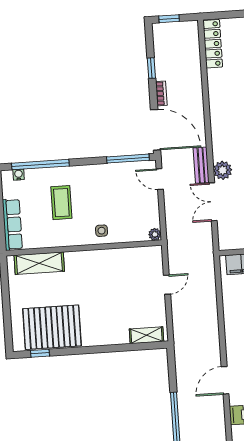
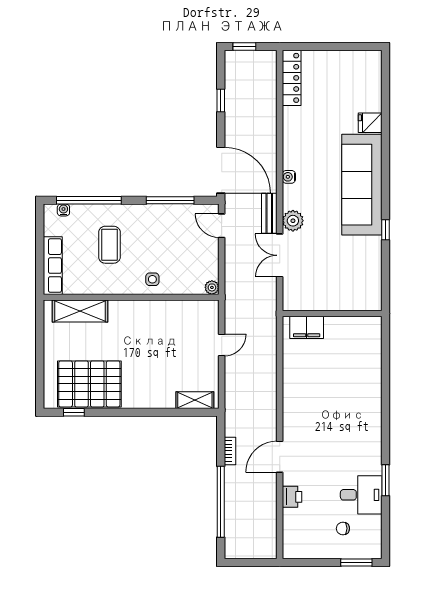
bookcase: (161, 93) -> (230, 451), moved
water cooler: (216, 132) -> (289, 177), added
window: (128, 159) -> (170, 200), moved

